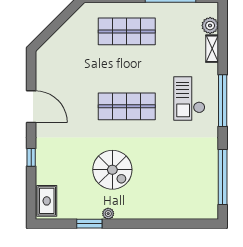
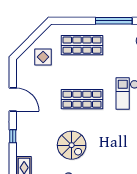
display table: (73, 48) -> (43, 57), added

